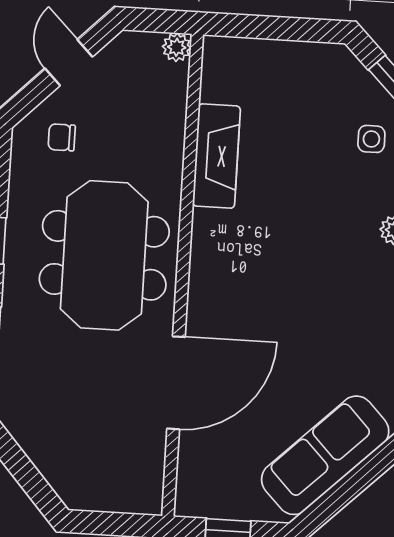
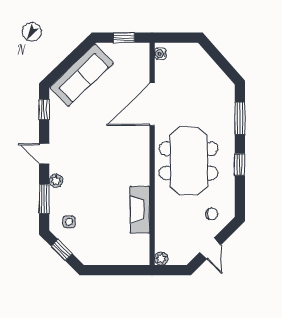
water cooler: (151, 491) -> (160, 54), added

